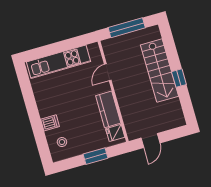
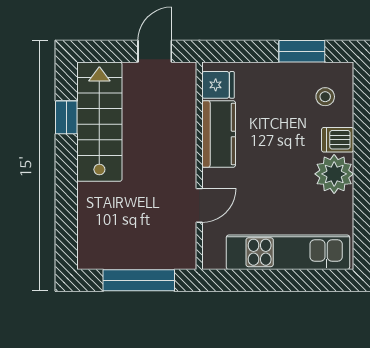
stairs: (159, 71) -> (99, 122), moved
window: (179, 78) -> (66, 117), moved
plant: (47, 106) -> (334, 174), added
window: (95, 156) -> (302, 51), moved

